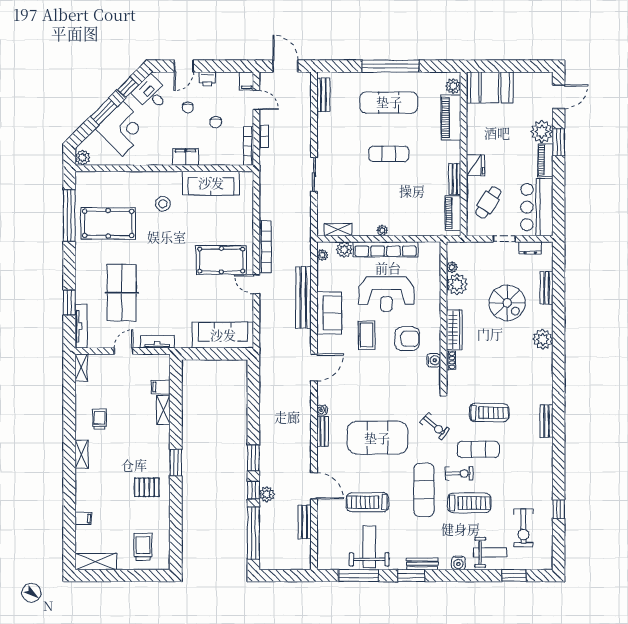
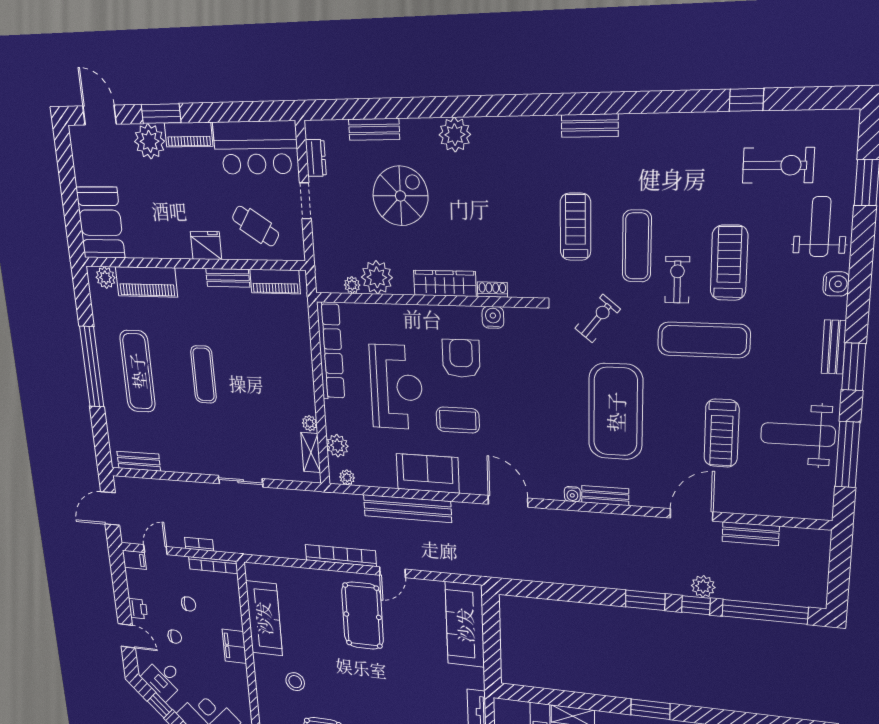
plant: (382, 230) -> (310, 423), moved
row of seats: (386, 249) -> (331, 351), moved

